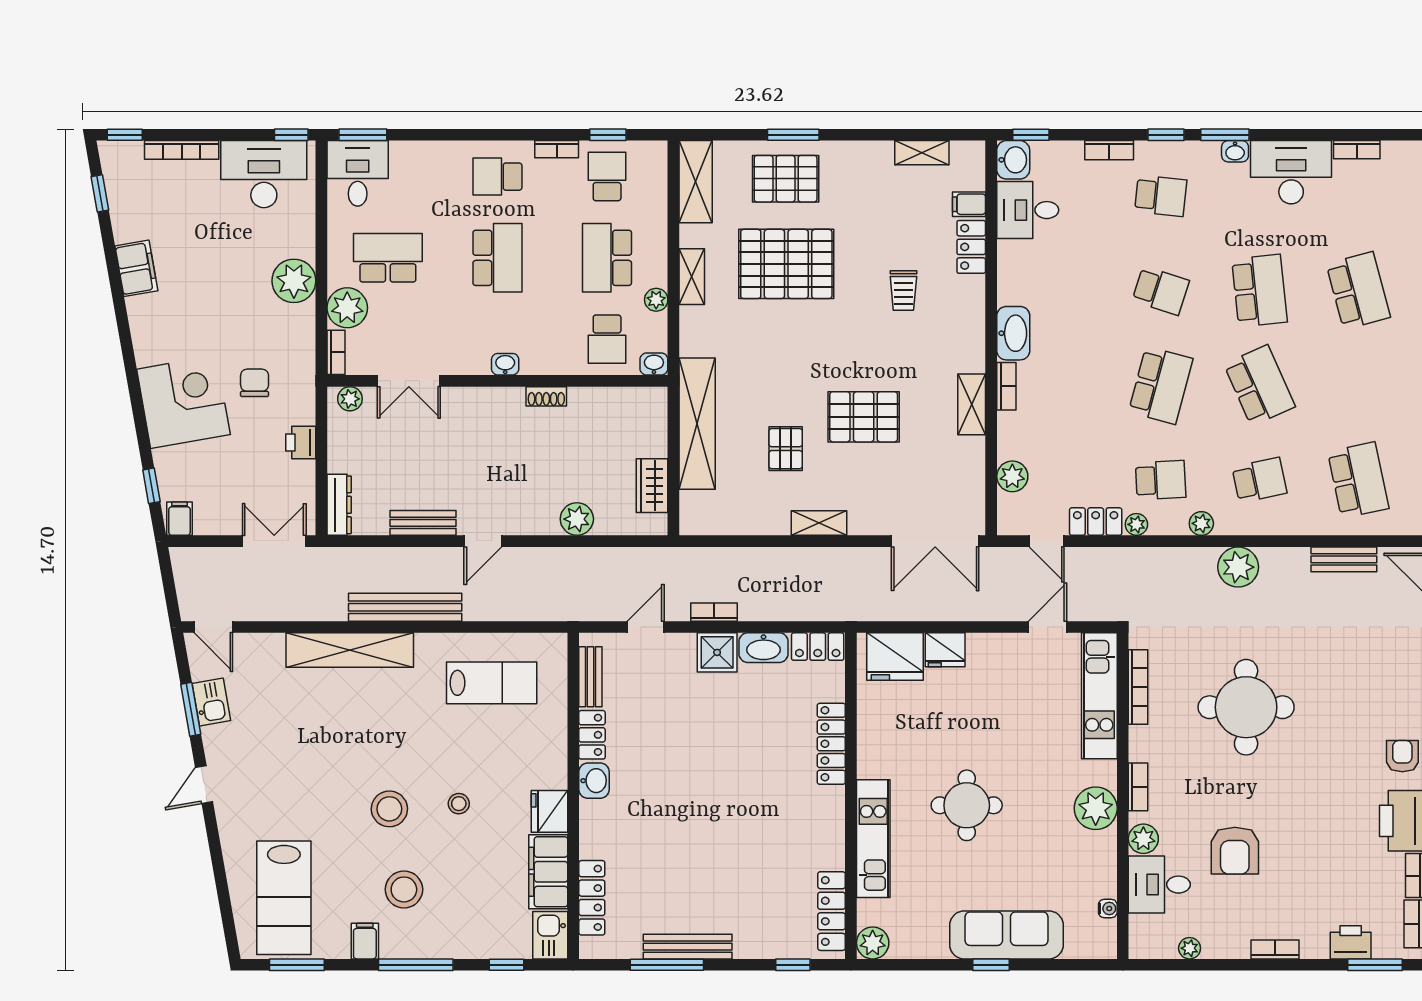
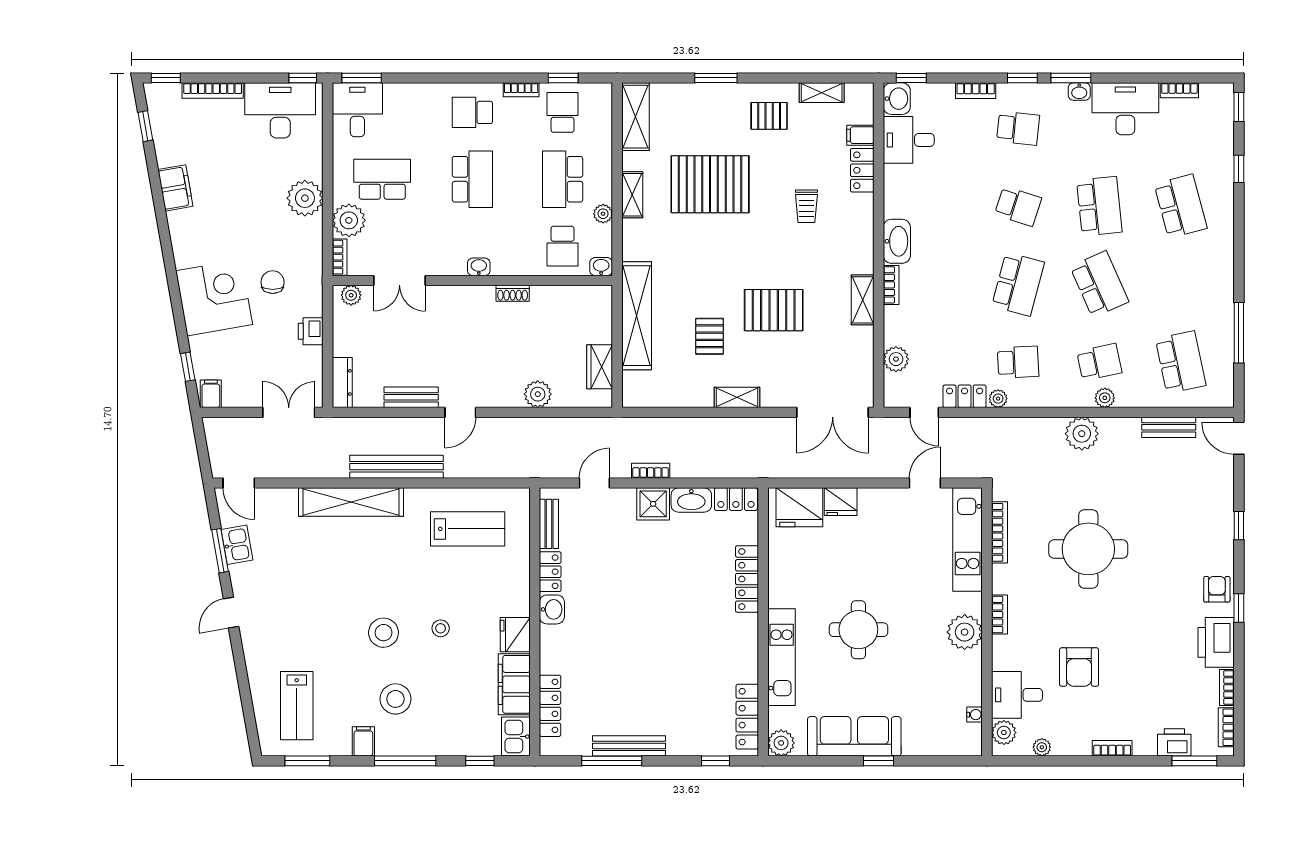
pallet: (786, 179) -> (769, 116), moved, width x0.67, depth x0.71
plant: (1201, 523) -> (1105, 398), moved
plant: (1143, 839) -> (1004, 733), moved
lab bench: (284, 898) -> (297, 706), width x0.73, depth x0.72
sofa: (1006, 935) -> (854, 736), moved

